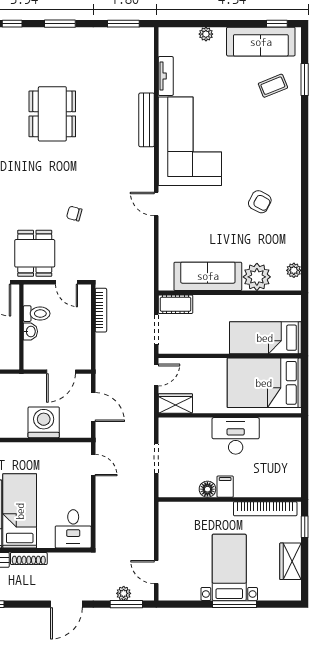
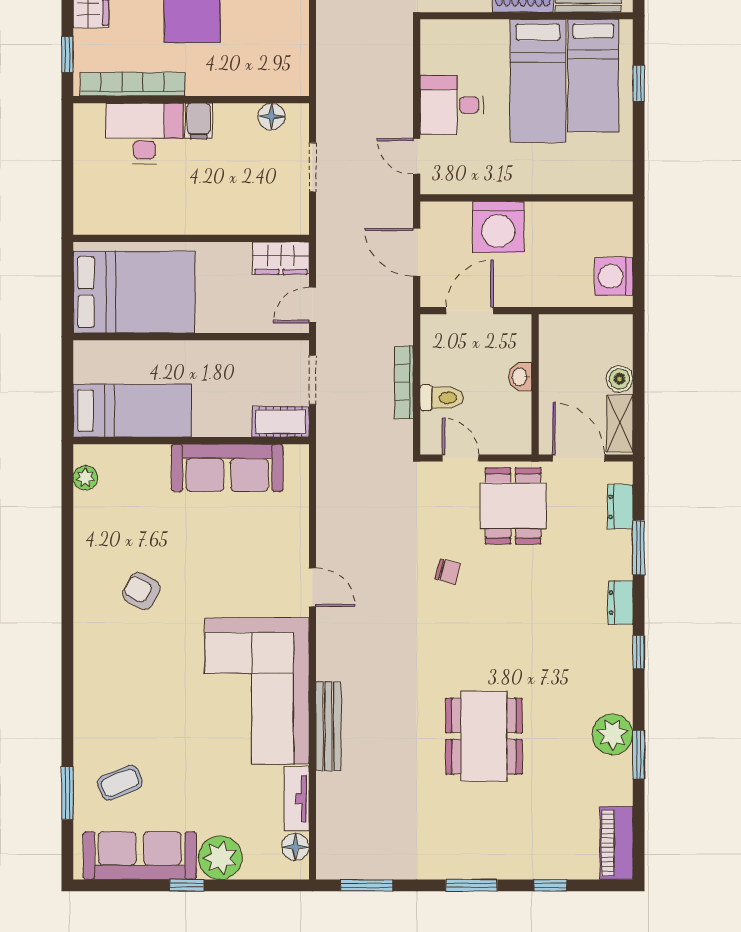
window: (277, 24) -> (187, 885), moved
plant: (206, 34) -> (220, 858), width x1.87, depth x1.87
floor lamp: (167, 47) -> (295, 847), added
plant: (257, 277) -> (146, 467), removed
bookcase: (101, 310) -> (404, 382), moved
toilet: (37, 314) -> (442, 398), moved, turned 180
bed: (265, 338) -> (132, 411), moved
desk: (236, 436) -> (144, 133), moved, turned 180
floor lamp: (207, 489) -> (272, 117), moved
desk: (73, 529) -> (452, 105), moved, turned -90

